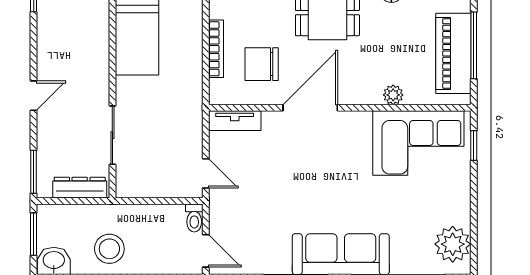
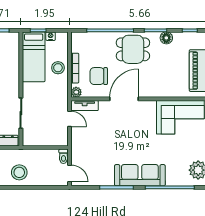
stool: (184, 48) -> (58, 68), added
plant: (393, 95) -> (76, 92), moved
door: (206, 173) -> (69, 119), moved

